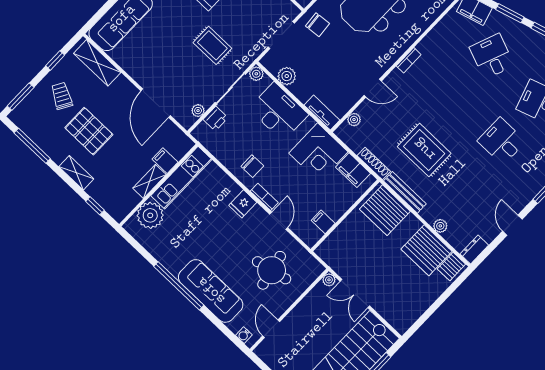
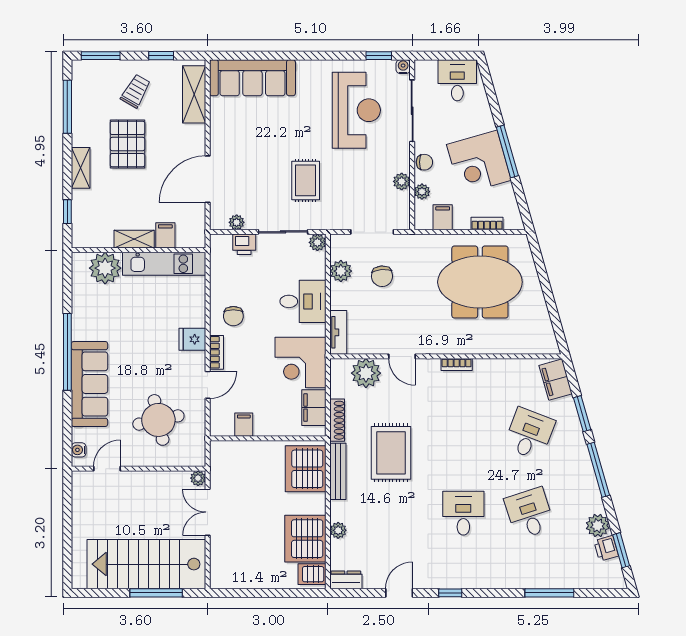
chair: (317, 25) -> (382, 276), moved
desk: (279, 112) -> (303, 301), width x0.73
plant: (354, 120) -> (366, 373), width x1.87, depth x1.87

